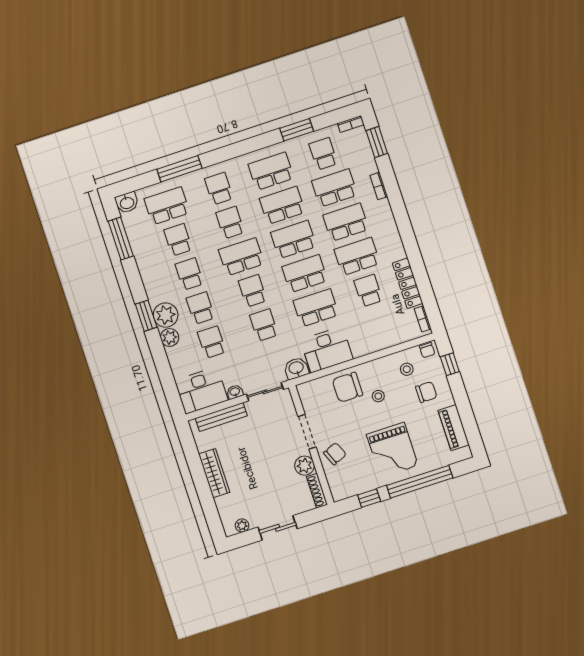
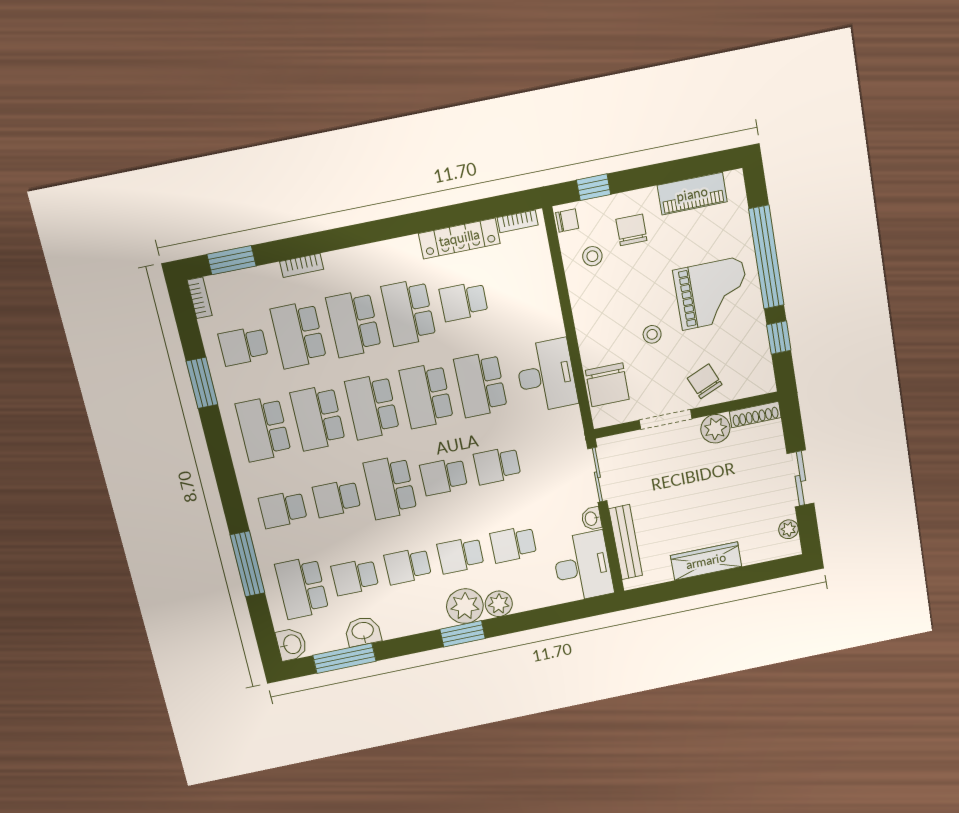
washbasin: (296, 368) -> (363, 631), moved, turned 90
chair: (347, 387) -> (607, 385), moved
stool: (378, 396) -> (652, 334), moved

